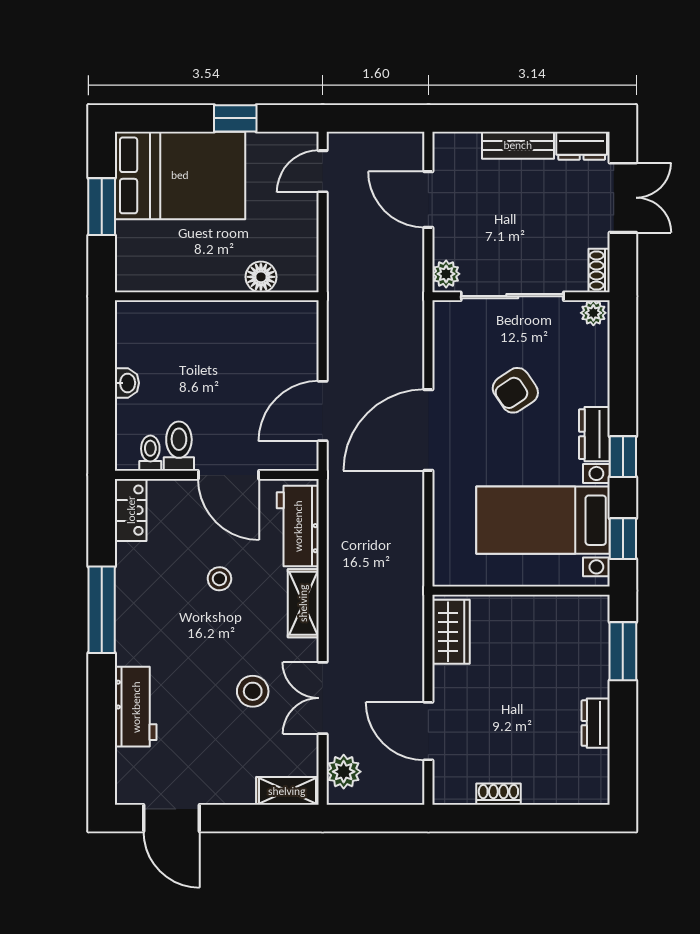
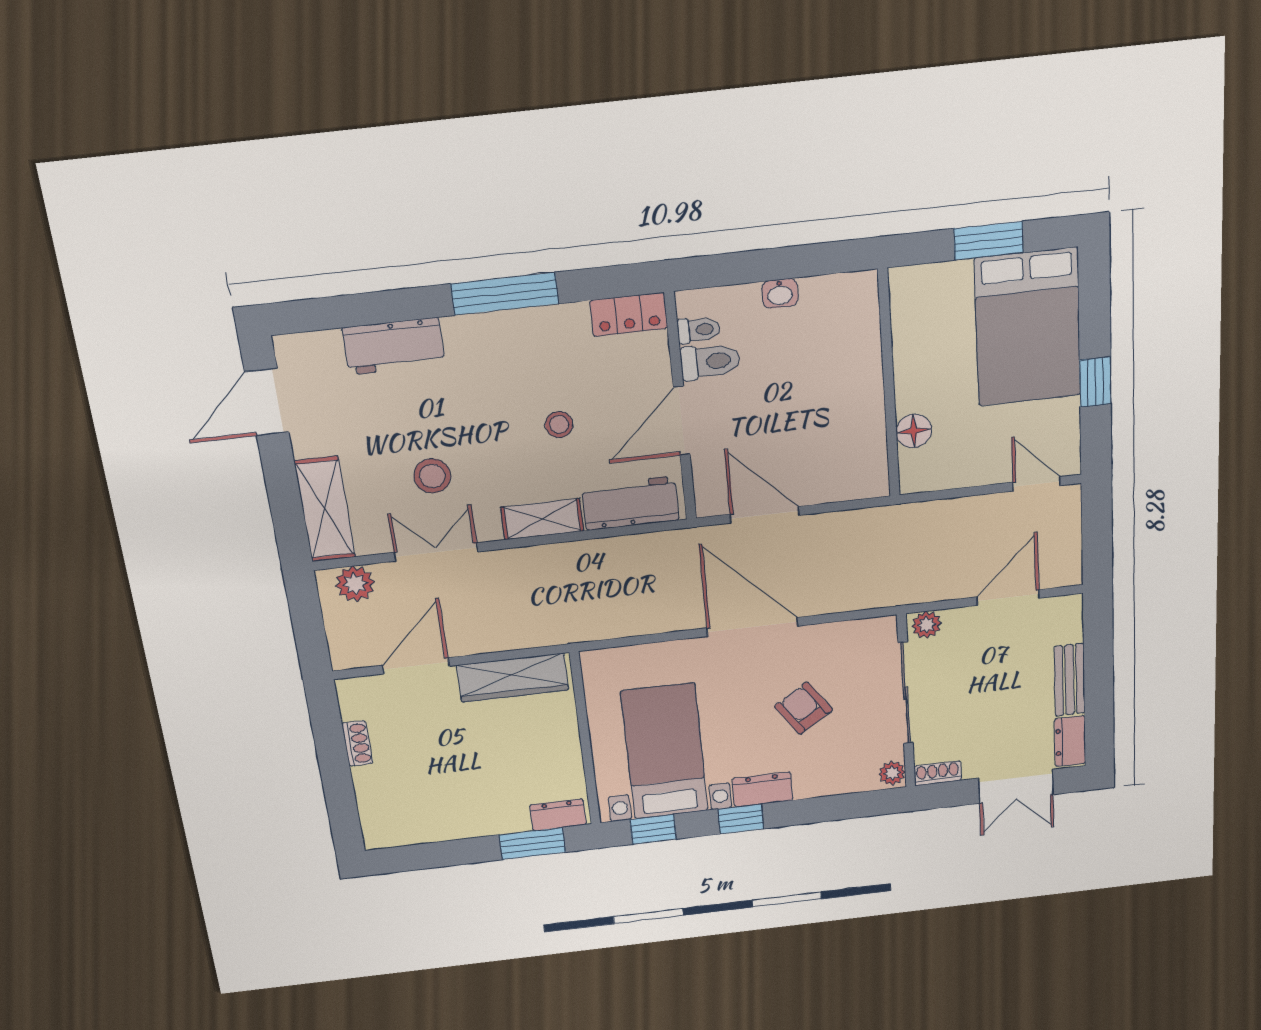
wardrobe: (451, 632) -> (513, 678), width x1.50
dresser: (596, 723) -> (558, 815), moved
shelving: (287, 791) -> (325, 509), width x1.50, depth x1.33

